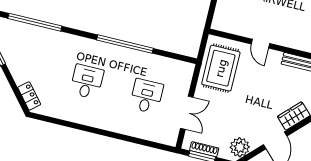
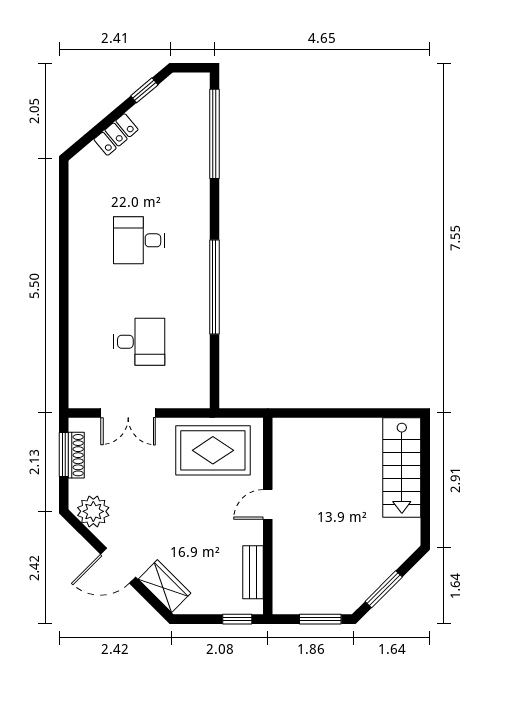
desk: (87, 82) -> (139, 240), turned 180
locker: (29, 96) -> (116, 135), moved

